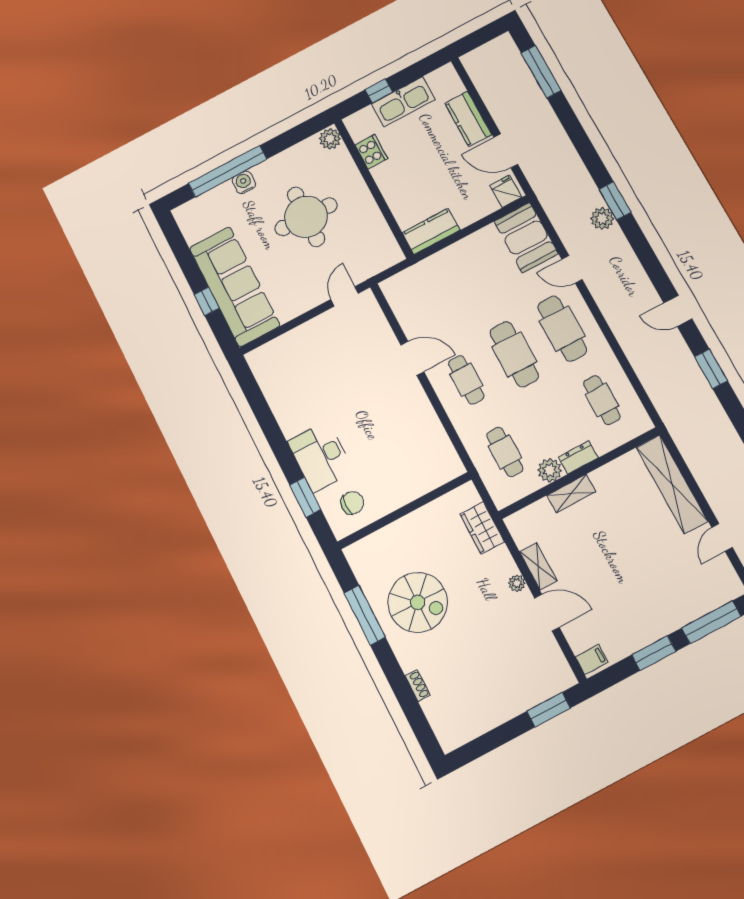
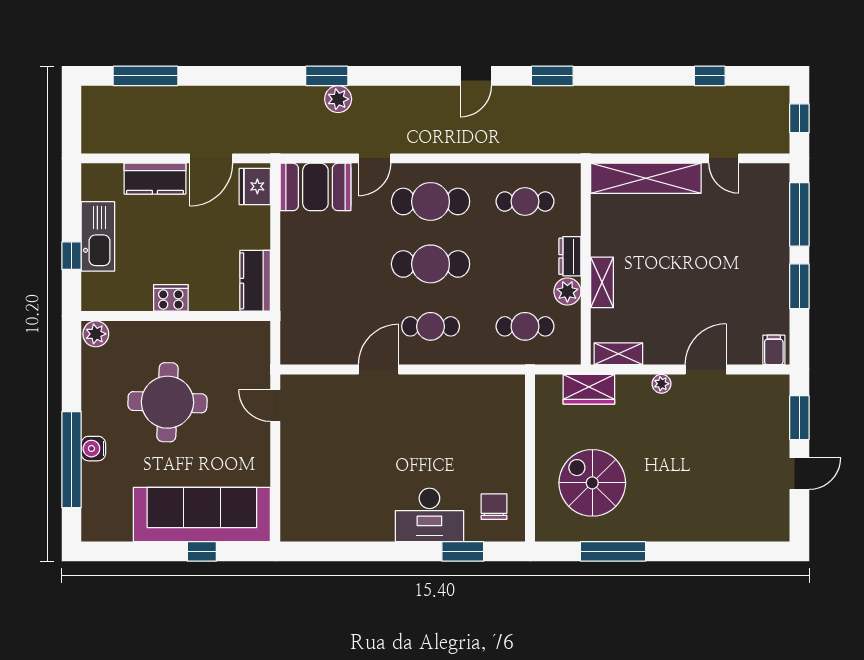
cooker: (371, 152) -> (171, 298), moved
fridge: (506, 191) -> (255, 186), width x1.38
shelving: (538, 566) -> (618, 354), moved
spiral stairs: (418, 602) -> (592, 483), moved, turned -90
shoe rack: (418, 685) -> (709, 534), removed
door: (504, 734) -> (799, 474), added

